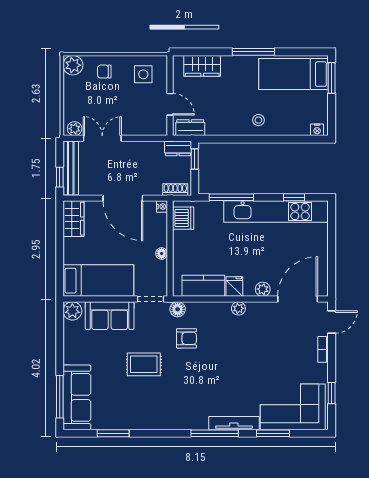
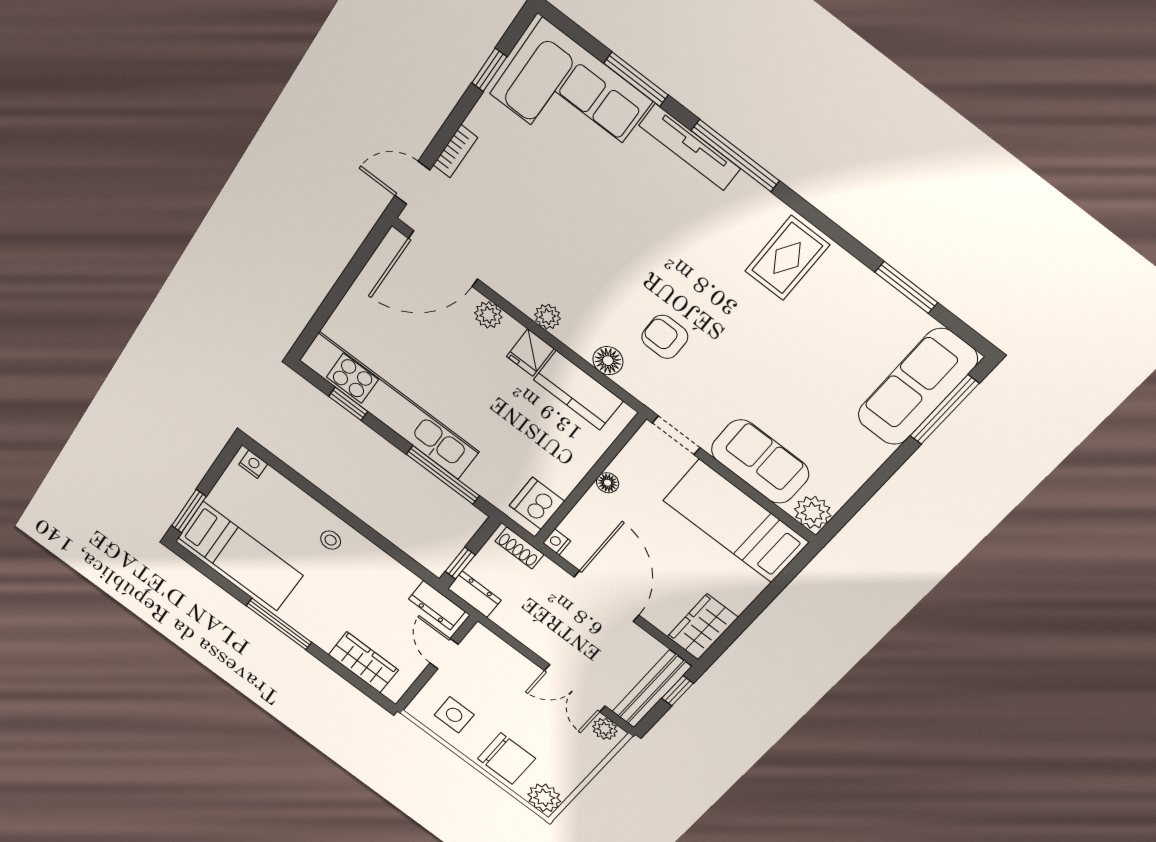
chair: (104, 72) -> (506, 759), width x1.87, depth x1.87
floor lamp: (178, 309) -> (608, 361), moved
rug: (144, 364) -> (787, 258), moved, turned 90

